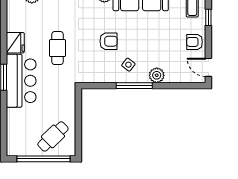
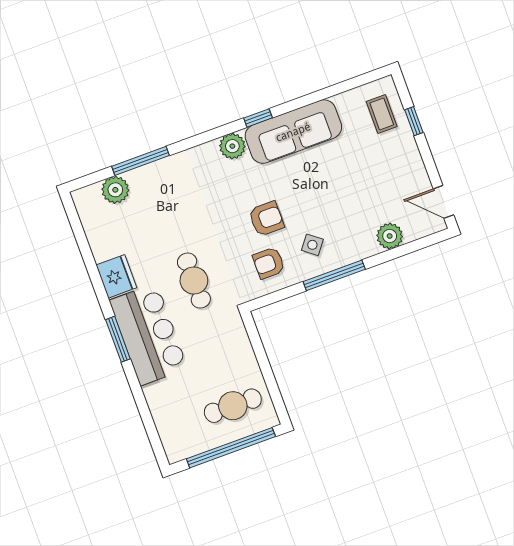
armchair: (195, 42) -> (269, 263), moved
cafe table: (58, 48) -> (194, 280), moved
plant: (157, 75) -> (390, 236), moved
cafe table: (53, 136) -> (233, 406), turned 44

